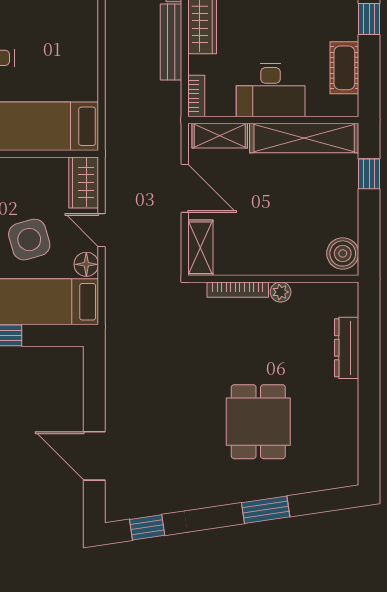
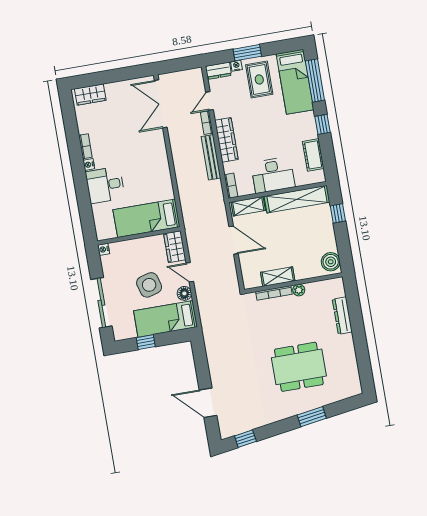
shelving: (200, 248) -> (278, 277), moved, turned 90
dining table: (258, 422) -> (299, 367), width x1.38

